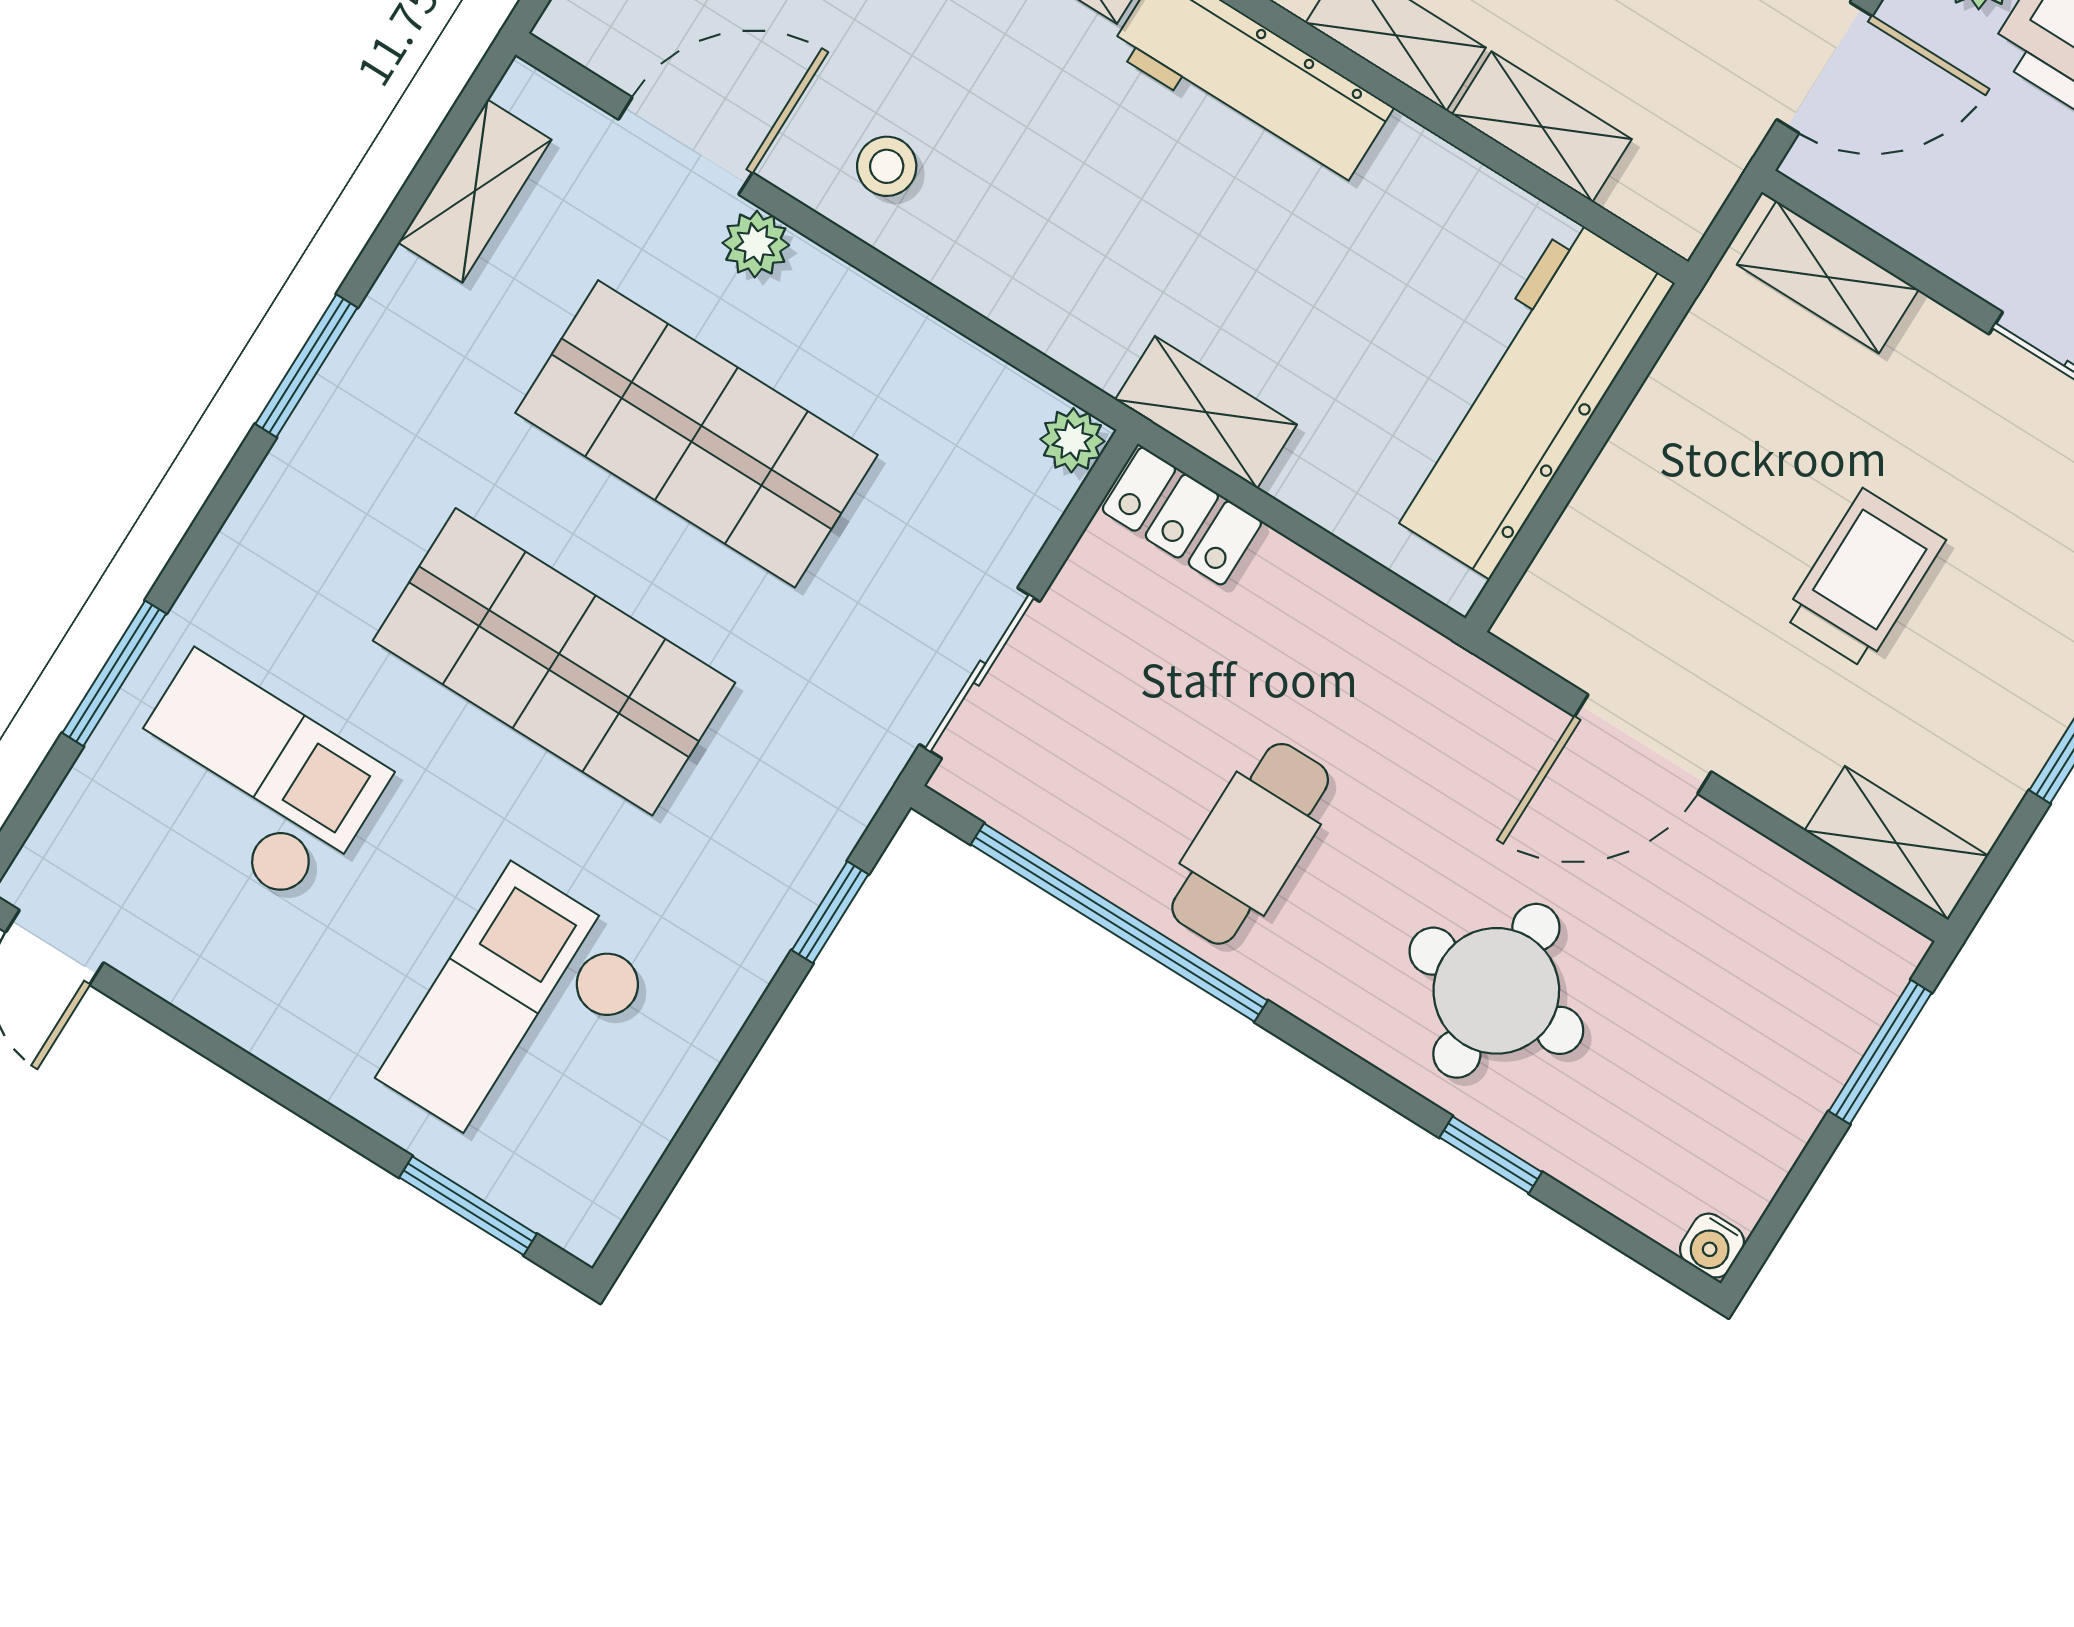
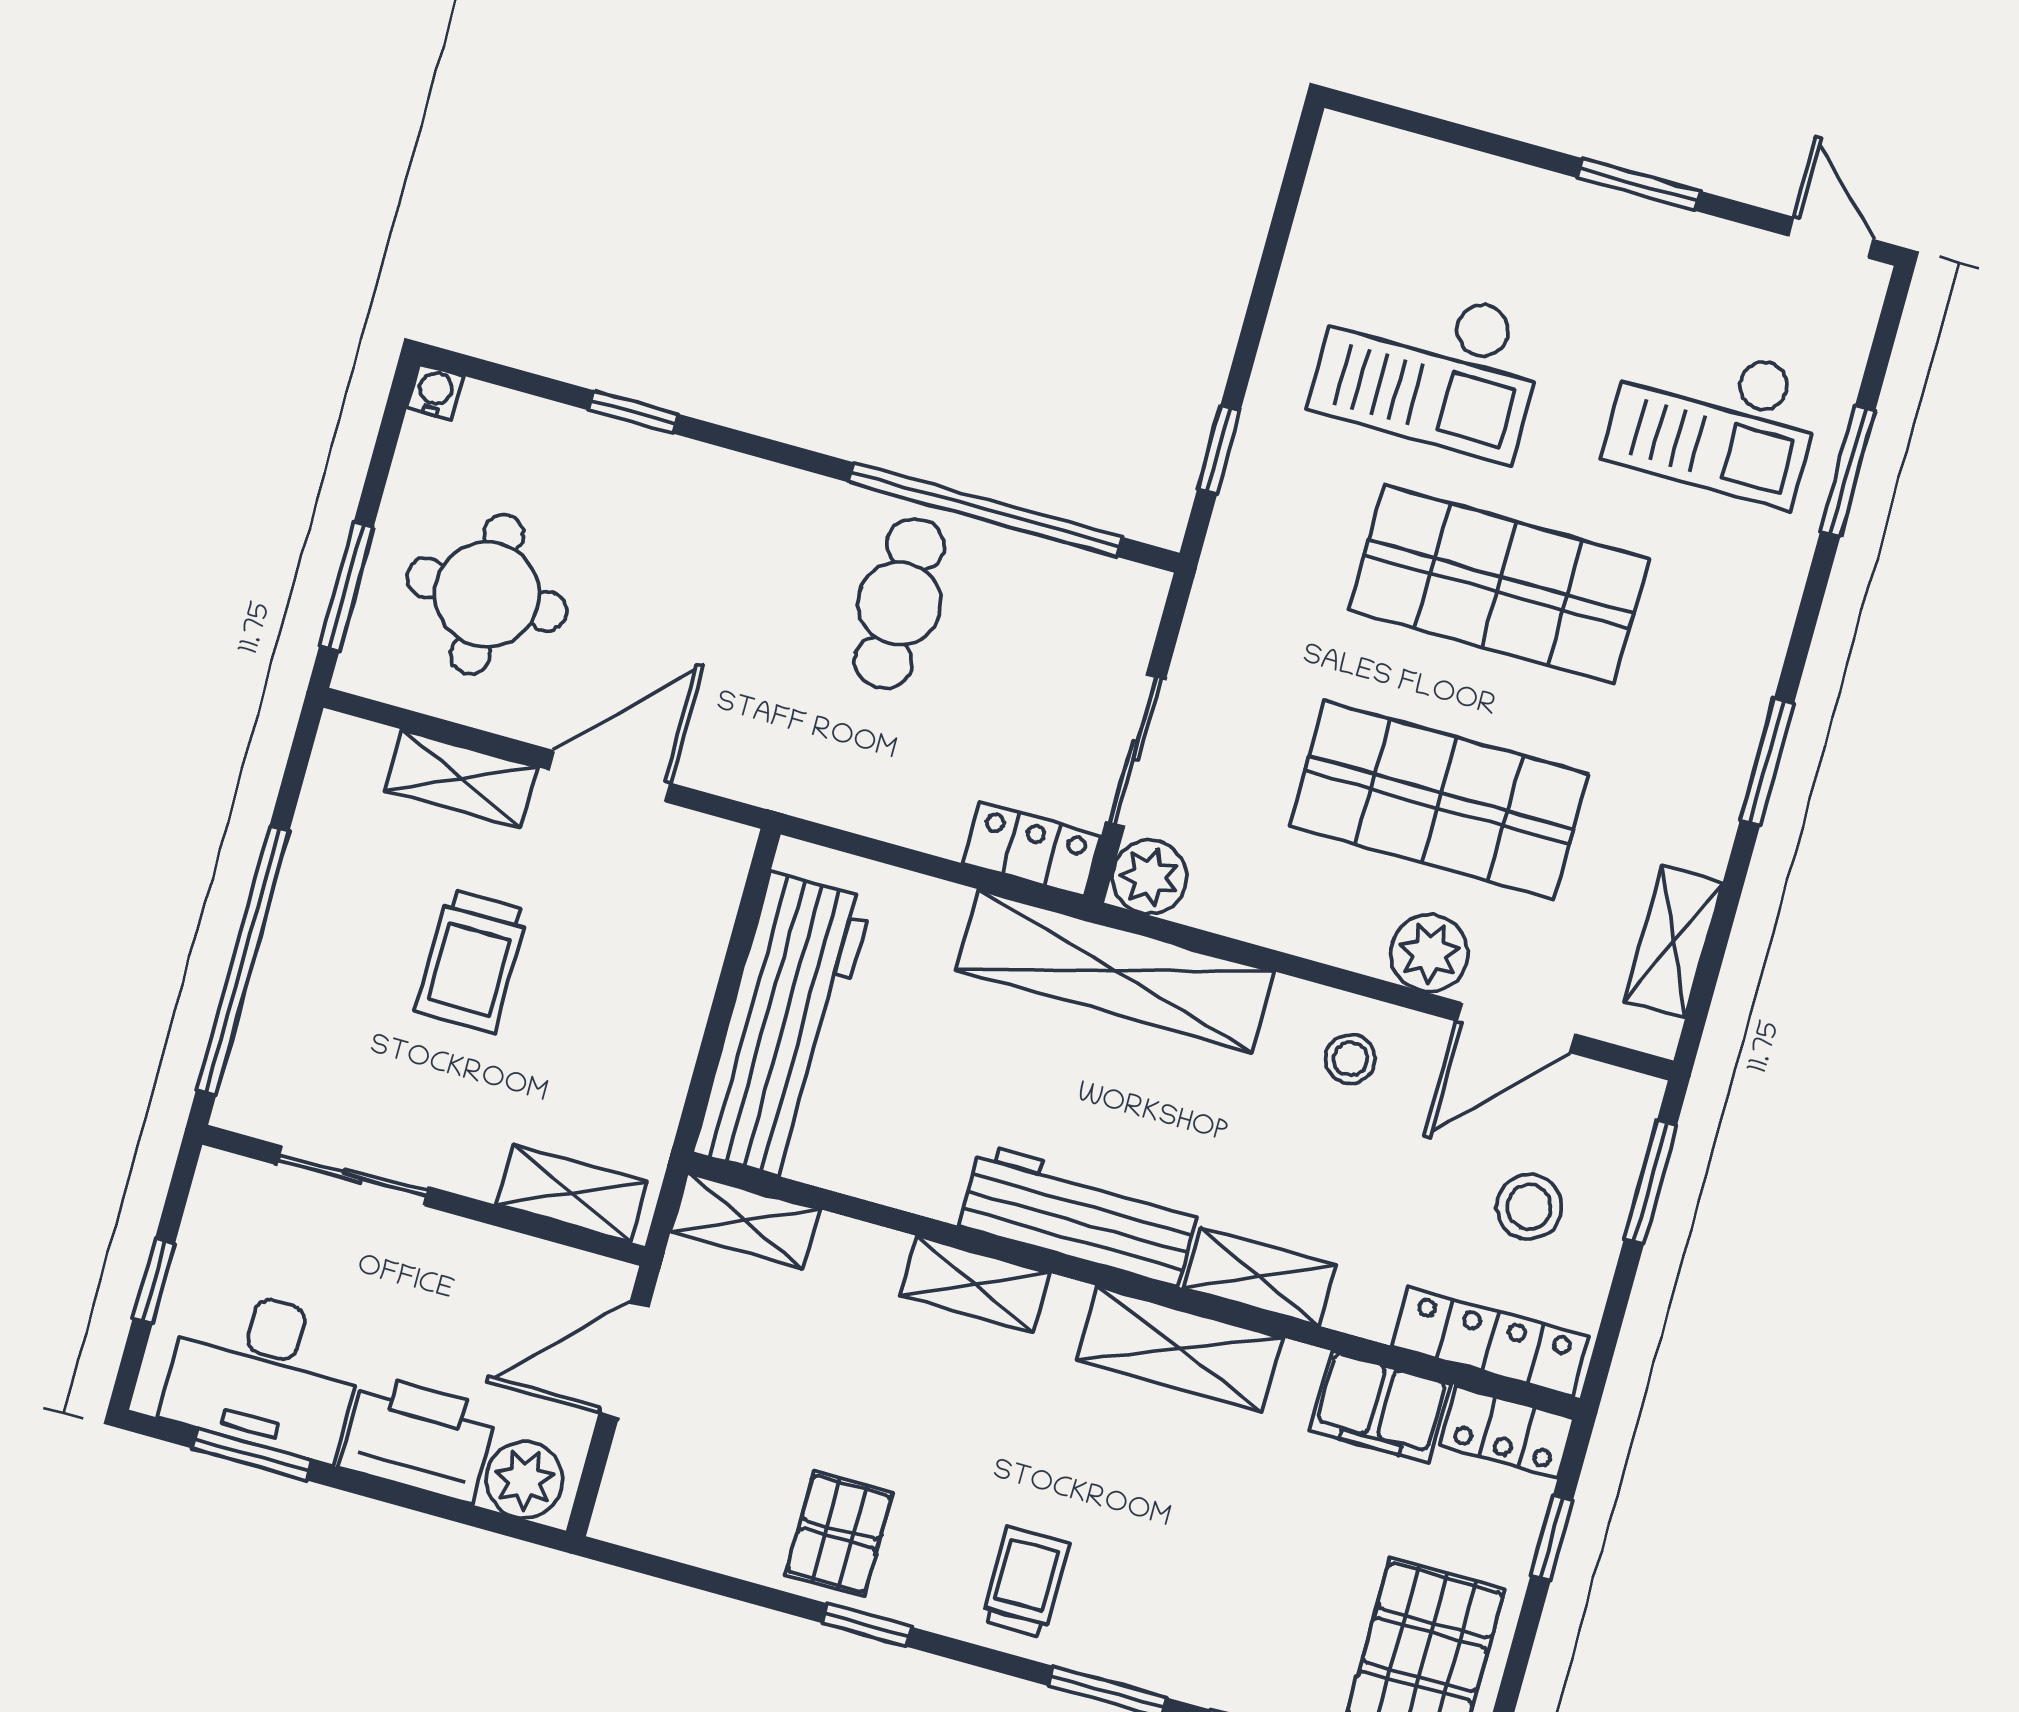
shelving: (1542, 127) -> (745, 1221), moved
plant: (756, 244) -> (1429, 953), width x1.38, depth x1.38
shelving: (1206, 412) -> (1115, 971), width x2.20, depth x1.33
plant: (1072, 440) -> (1149, 877), width x1.38, depth x1.38
sliding door: (980, 673) -> (1135, 750), moved
shelving: (1896, 843) -> (461, 779), moved
round table: (1496, 991) -> (487, 594), moved
checkout: (519, 1017) -> (1429, 365), moved, turned 90
window: (468, 1206) -> (1639, 185), moved

